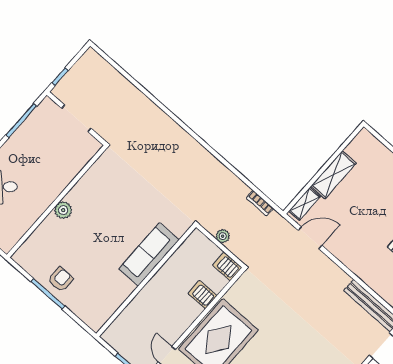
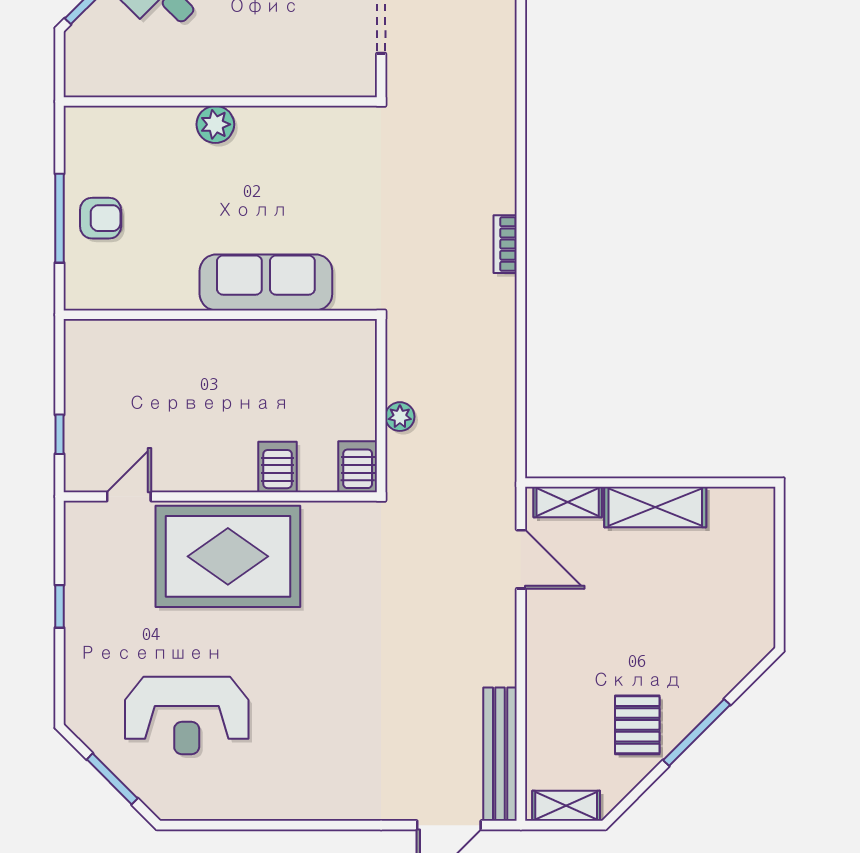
bookcase: (260, 203) -> (505, 244), moved
sofa: (149, 254) -> (266, 282), moved
wall: (146, 280) -> (220, 315), moved

